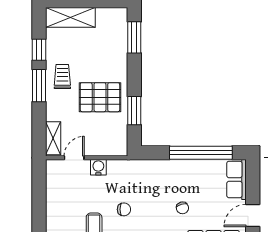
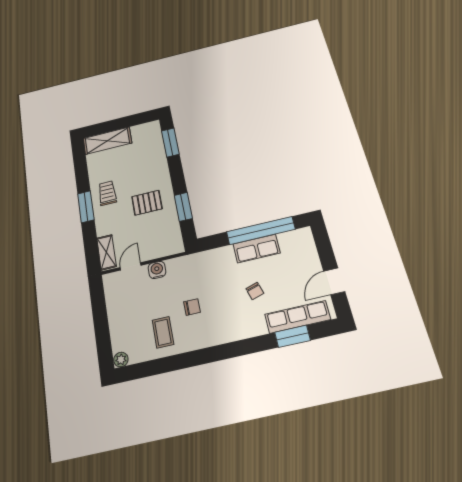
window: (39, 50) -> (82, 175), removed
pallet: (100, 97) -> (147, 203), width x0.67, depth x0.71
row of seats: (237, 179) -> (257, 248), moved, turned -90

